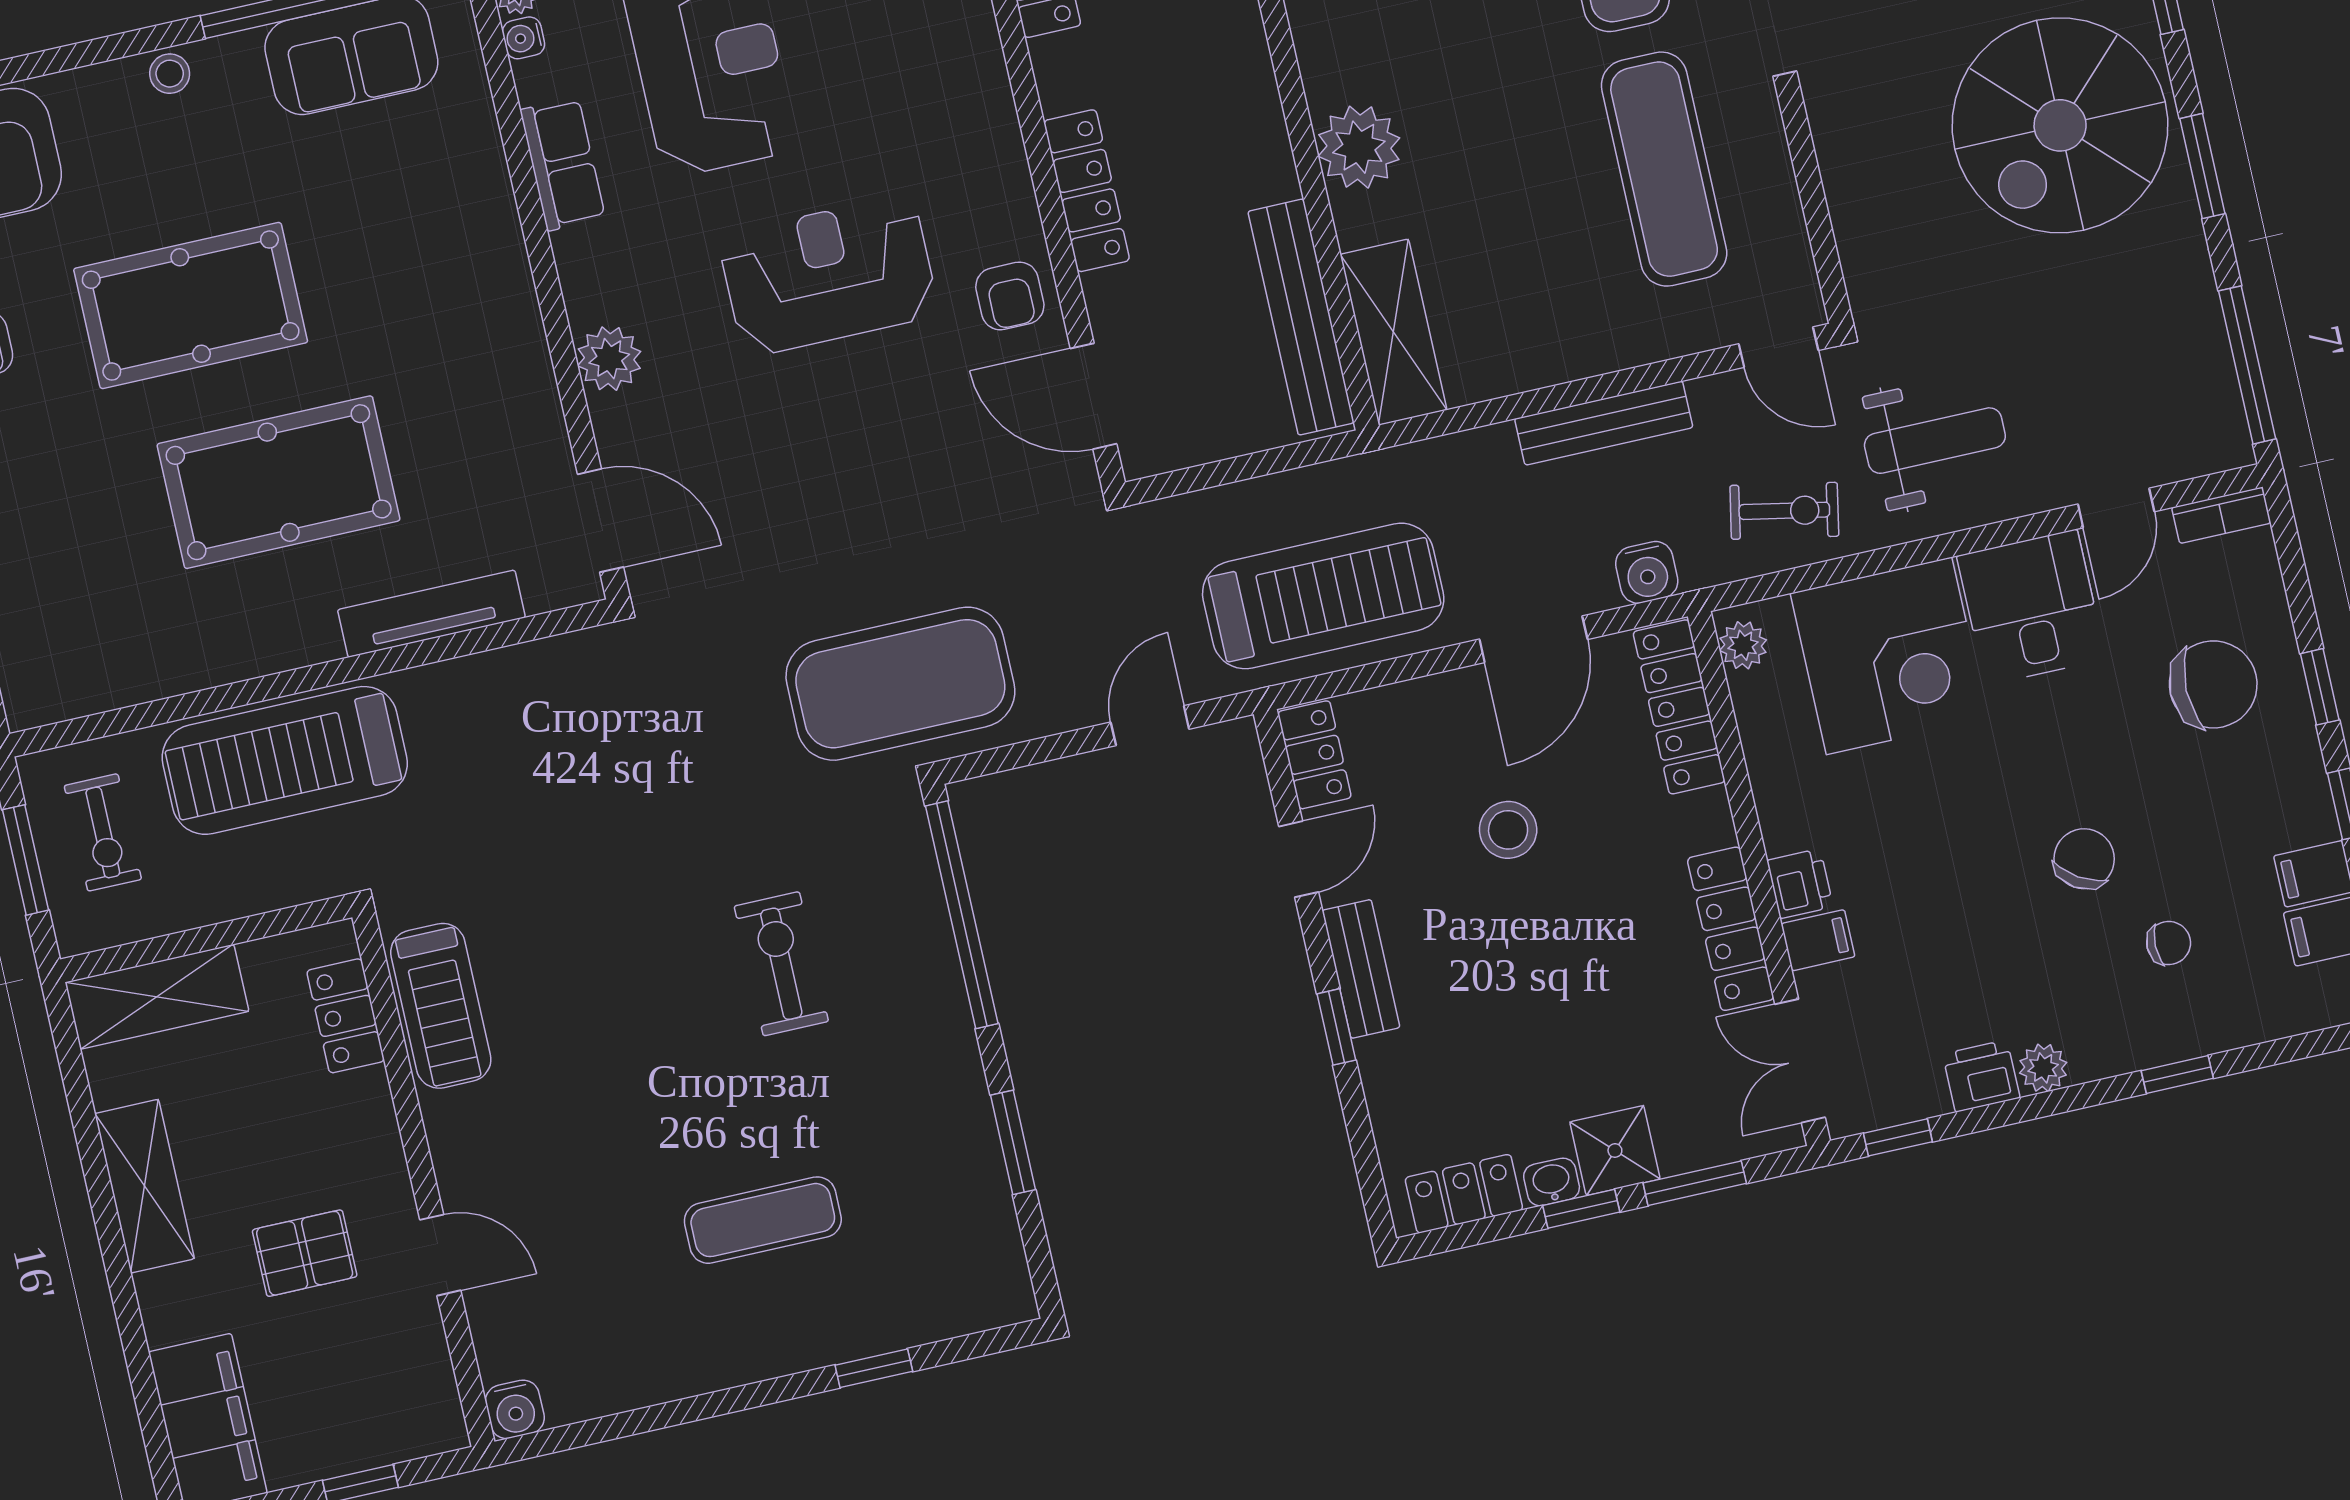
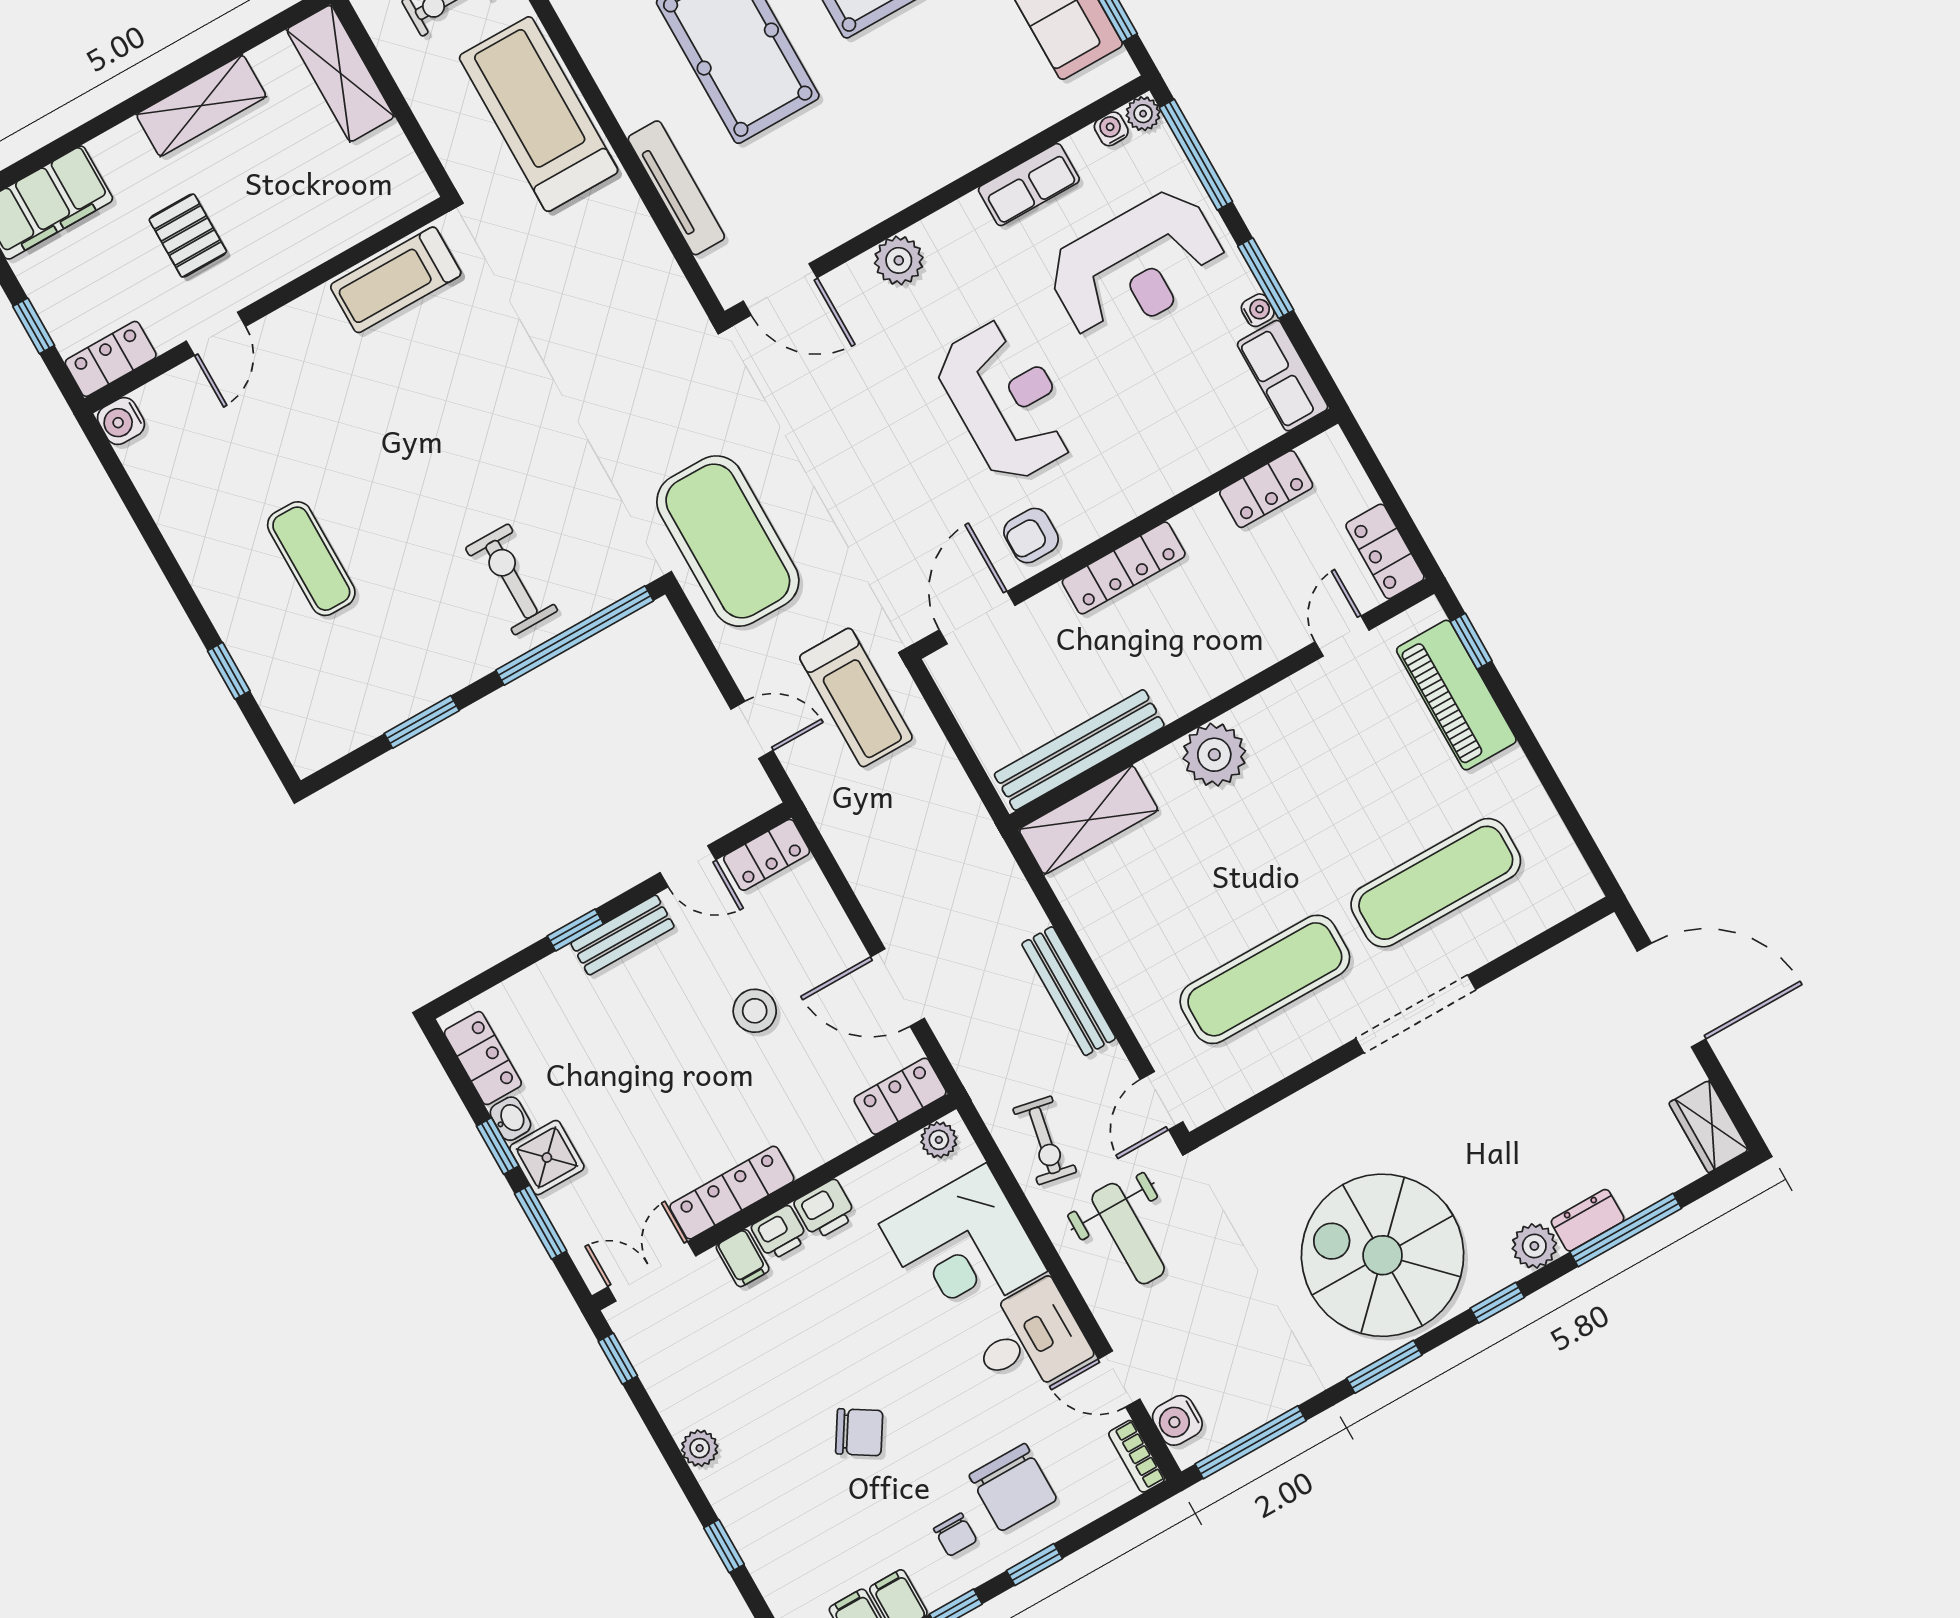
door: (600, 521) -> (780, 289), hinge flipped
water cooler: (1647, 572) -> (1177, 1420), moved
treadmill: (1323, 596) -> (856, 698), moved, width x0.73, depth x0.73
locker: (1679, 707) -> (900, 1096), width x0.66
chair: (2169, 943) -> (955, 1535), moved
exercise bike: (781, 964) -> (512, 579), moved, turned -90
locker: (346, 1016) -> (111, 359), moved
printer: (1981, 1076) -> (825, 1209), moved, turned 90

